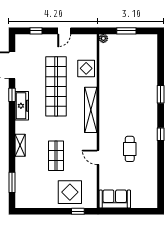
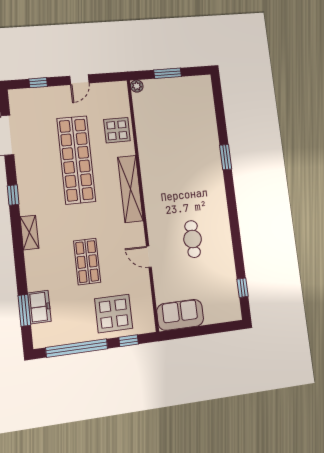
window: (12, 95) -> (13, 195), moved
freezer: (22, 106) -> (39, 307), moved, width x0.71
window: (161, 134) -> (242, 288), moved
shelving: (20, 145) -> (29, 232), moved
window: (43, 211) -> (77, 348), added

